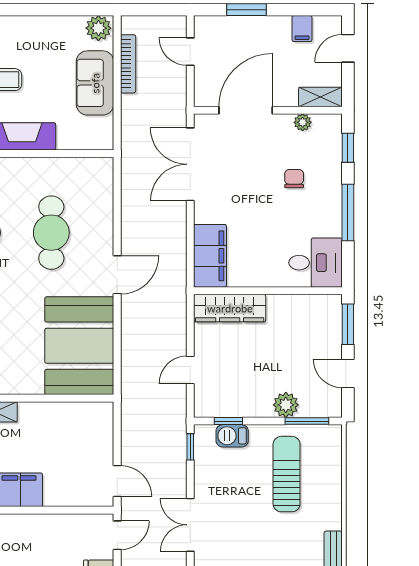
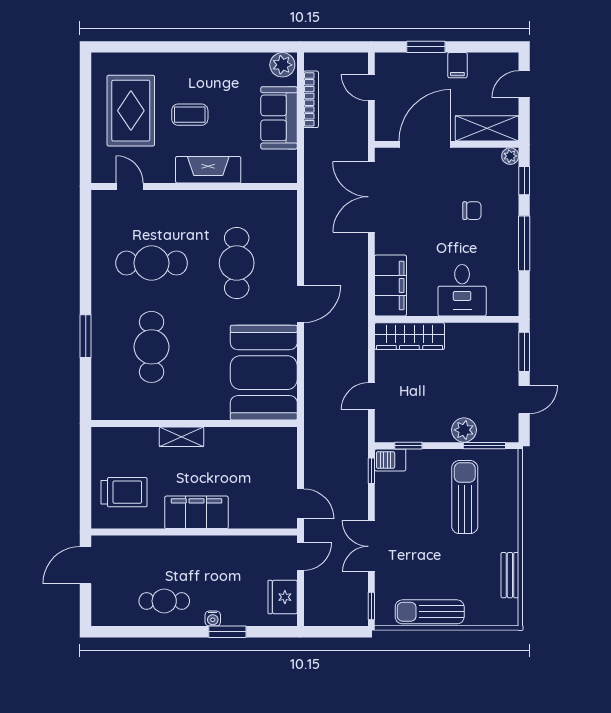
filing cabinet: (302, 28) -> (457, 65), moved
shelving: (320, 97) -> (487, 128), width x1.50, depth x1.33
plant: (303, 122) -> (510, 156), moved
chair: (294, 179) -> (472, 211), turned 90
desk: (316, 263) -> (462, 290), moved, turned 90
door: (348, 374) -> (524, 400), swing flipped
barbecue: (232, 436) -> (390, 460), moved

